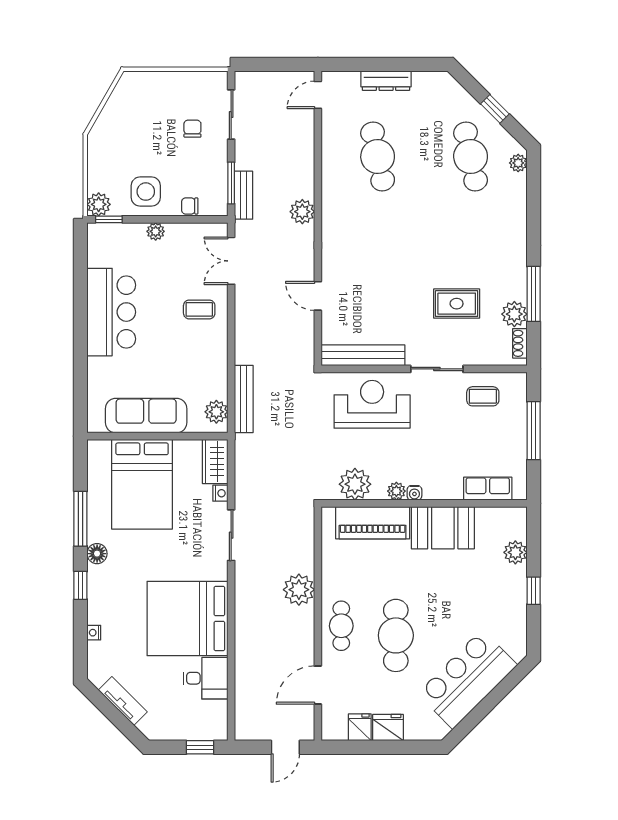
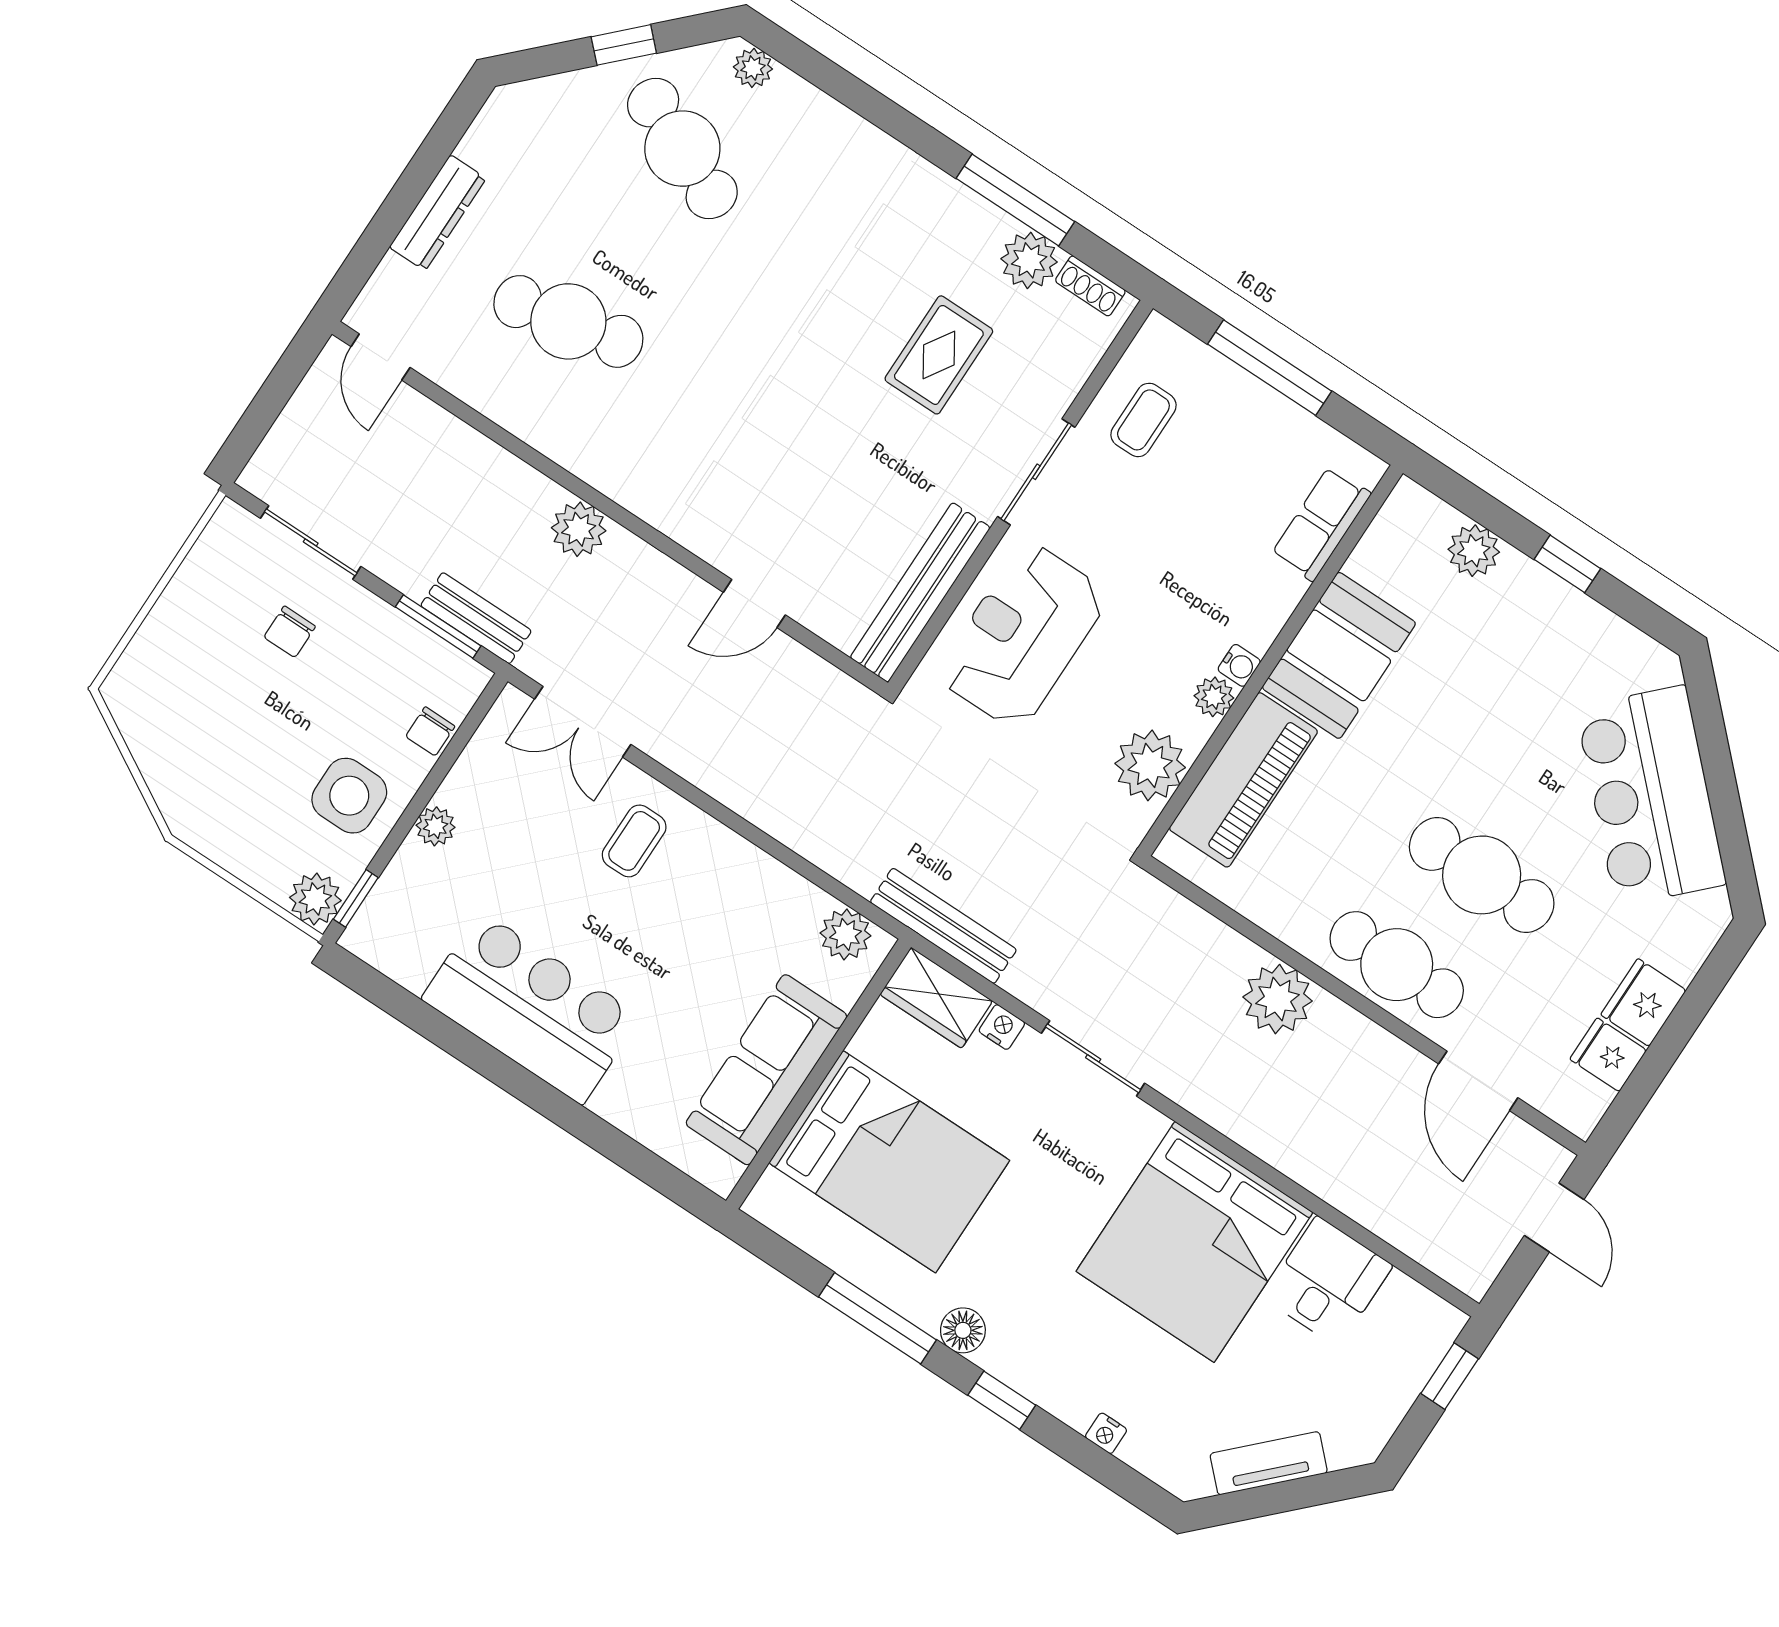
chair: (192, 129) -> (290, 632), turned -90
cafe table: (471, 156) -> (682, 149), turned 36
bench: (244, 399) -> (943, 926), moved
cafe table: (341, 626) -> (1397, 965), width x1.37, depth x1.35

